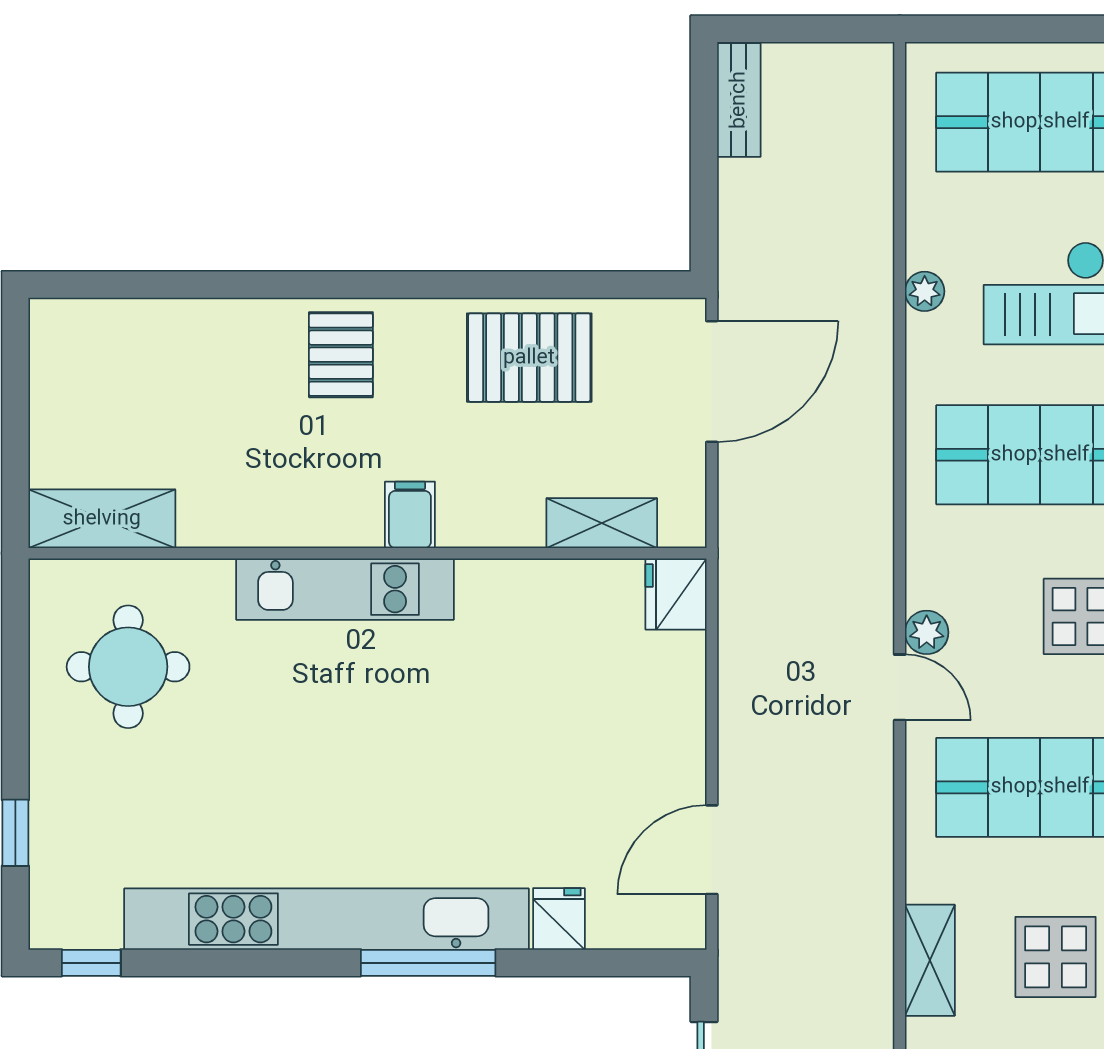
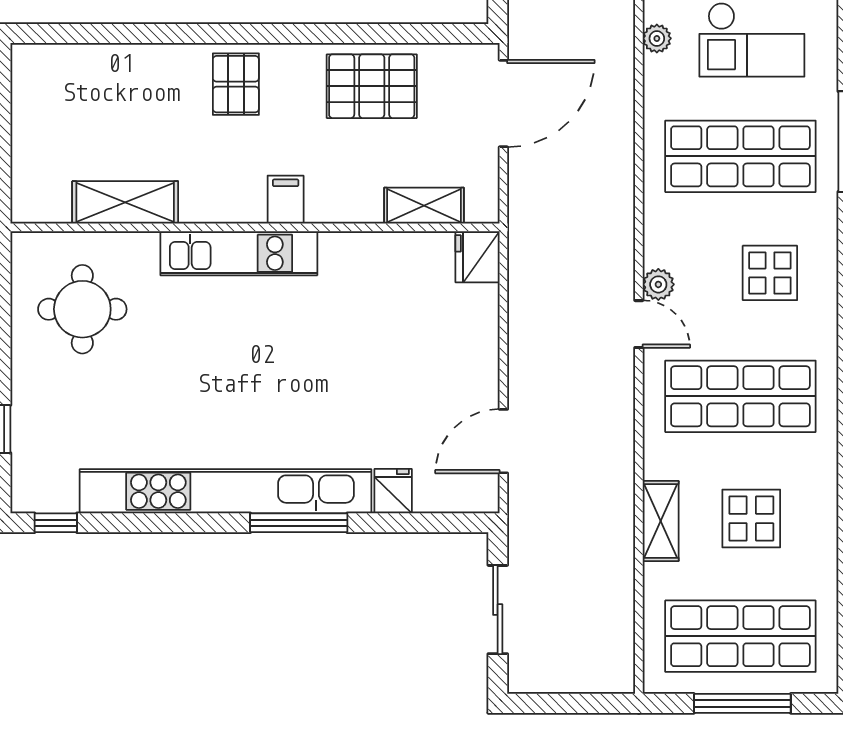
shelving: (102, 519) -> (125, 202), moved

